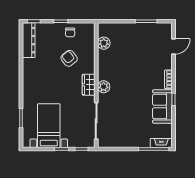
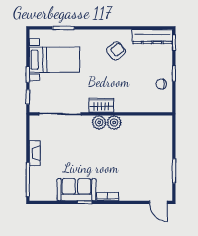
plant: (104, 43) -> (114, 122), moved
door: (174, 46) -> (158, 202), moved
armchair: (69, 58) -> (116, 51), moved
fireplace: (161, 143) -> (35, 153), moved

